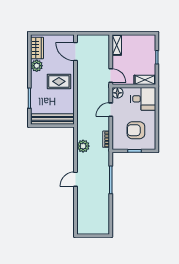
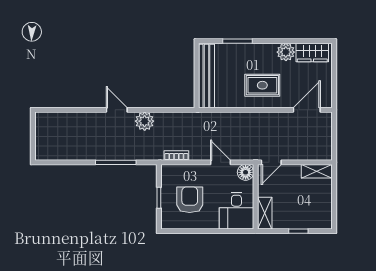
rug: (59, 81) -> (262, 85), turned 90
plant: (83, 146) -> (145, 121), moved

